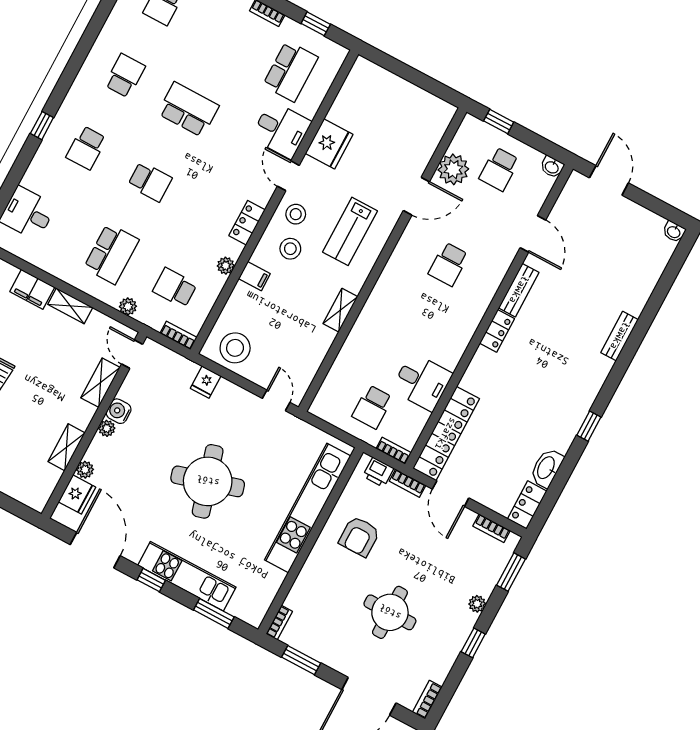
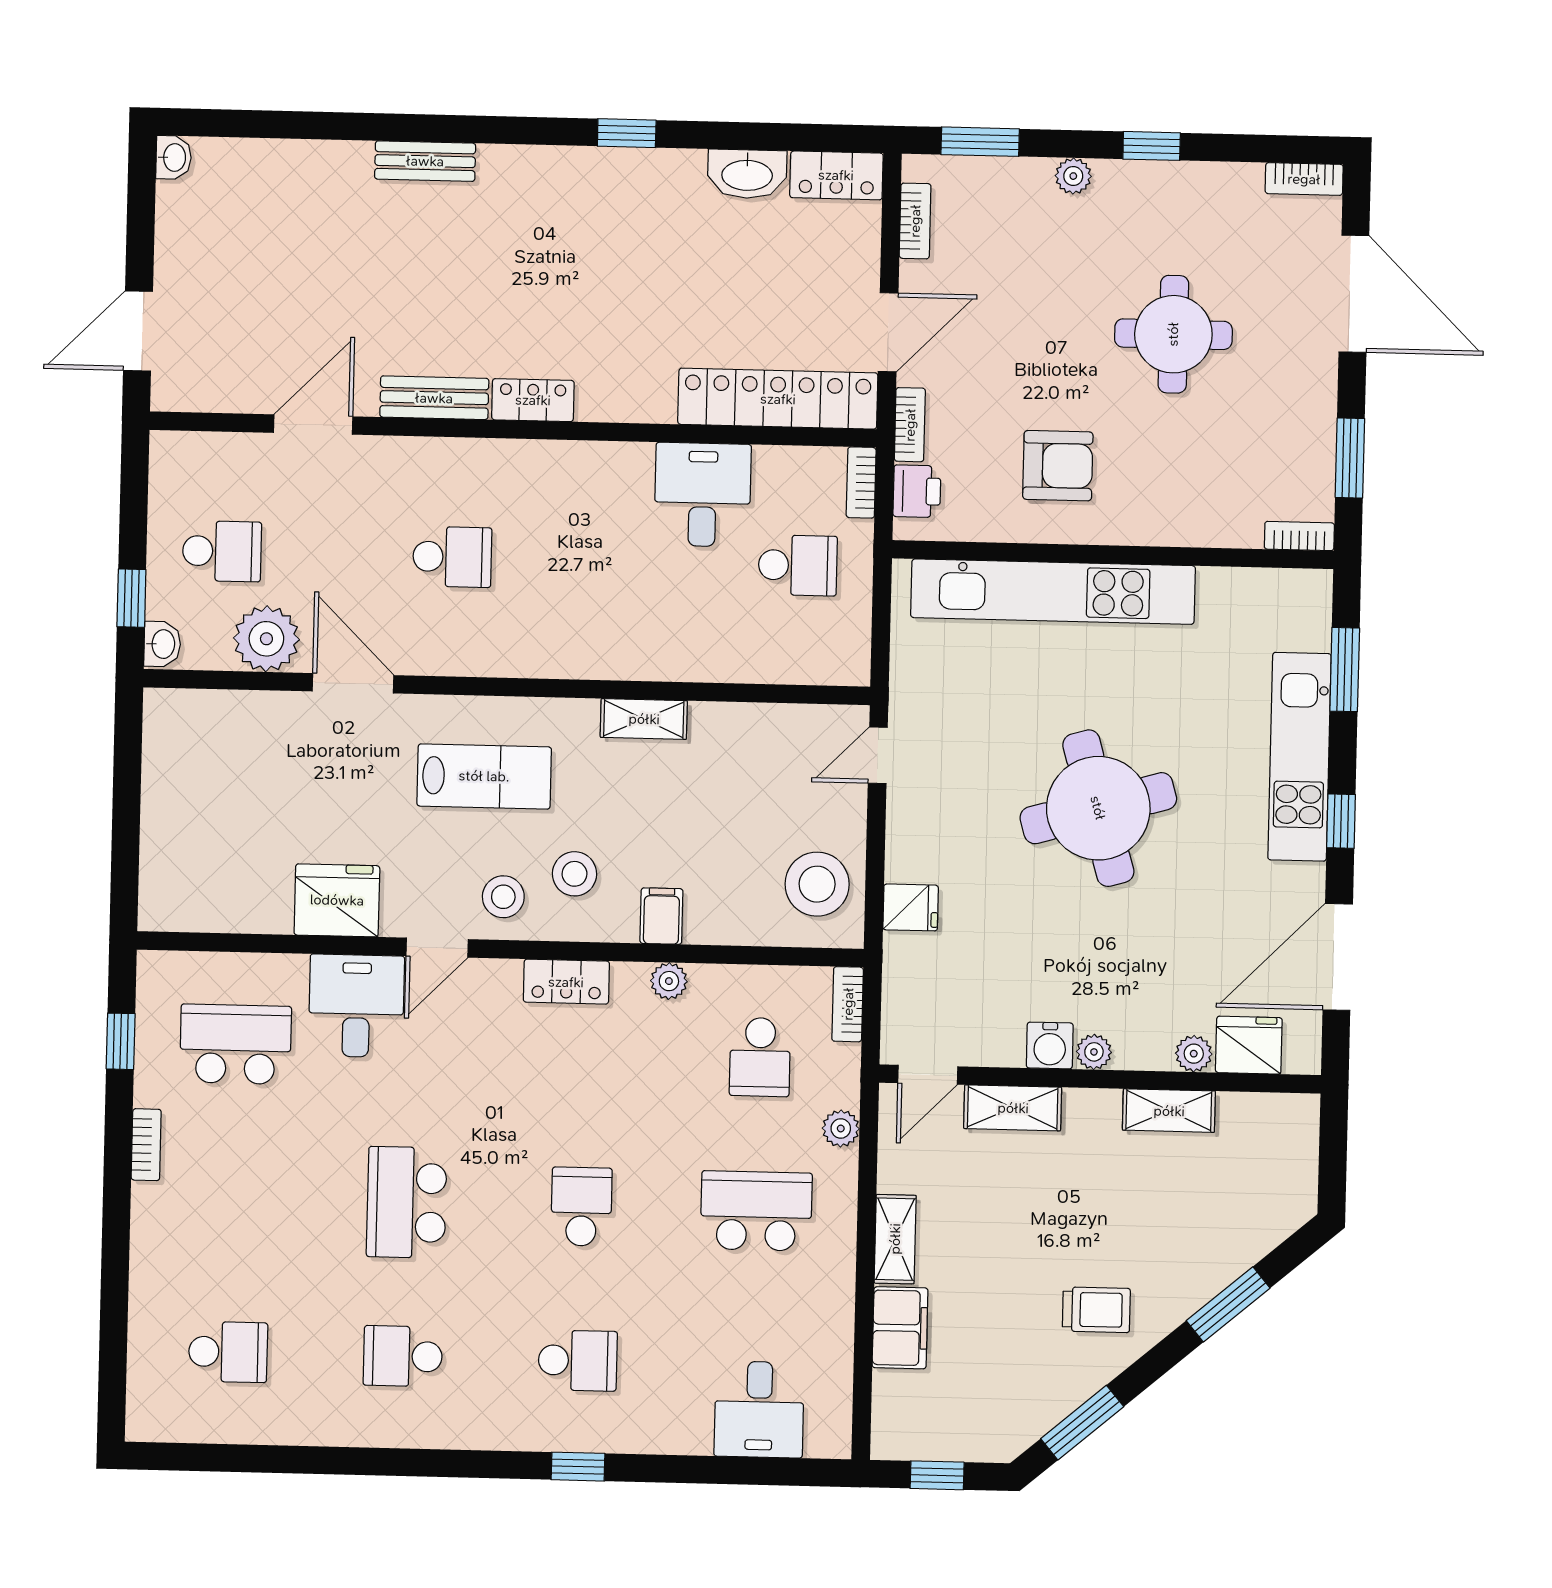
washbasin: (552, 167) -> (162, 644), moved

